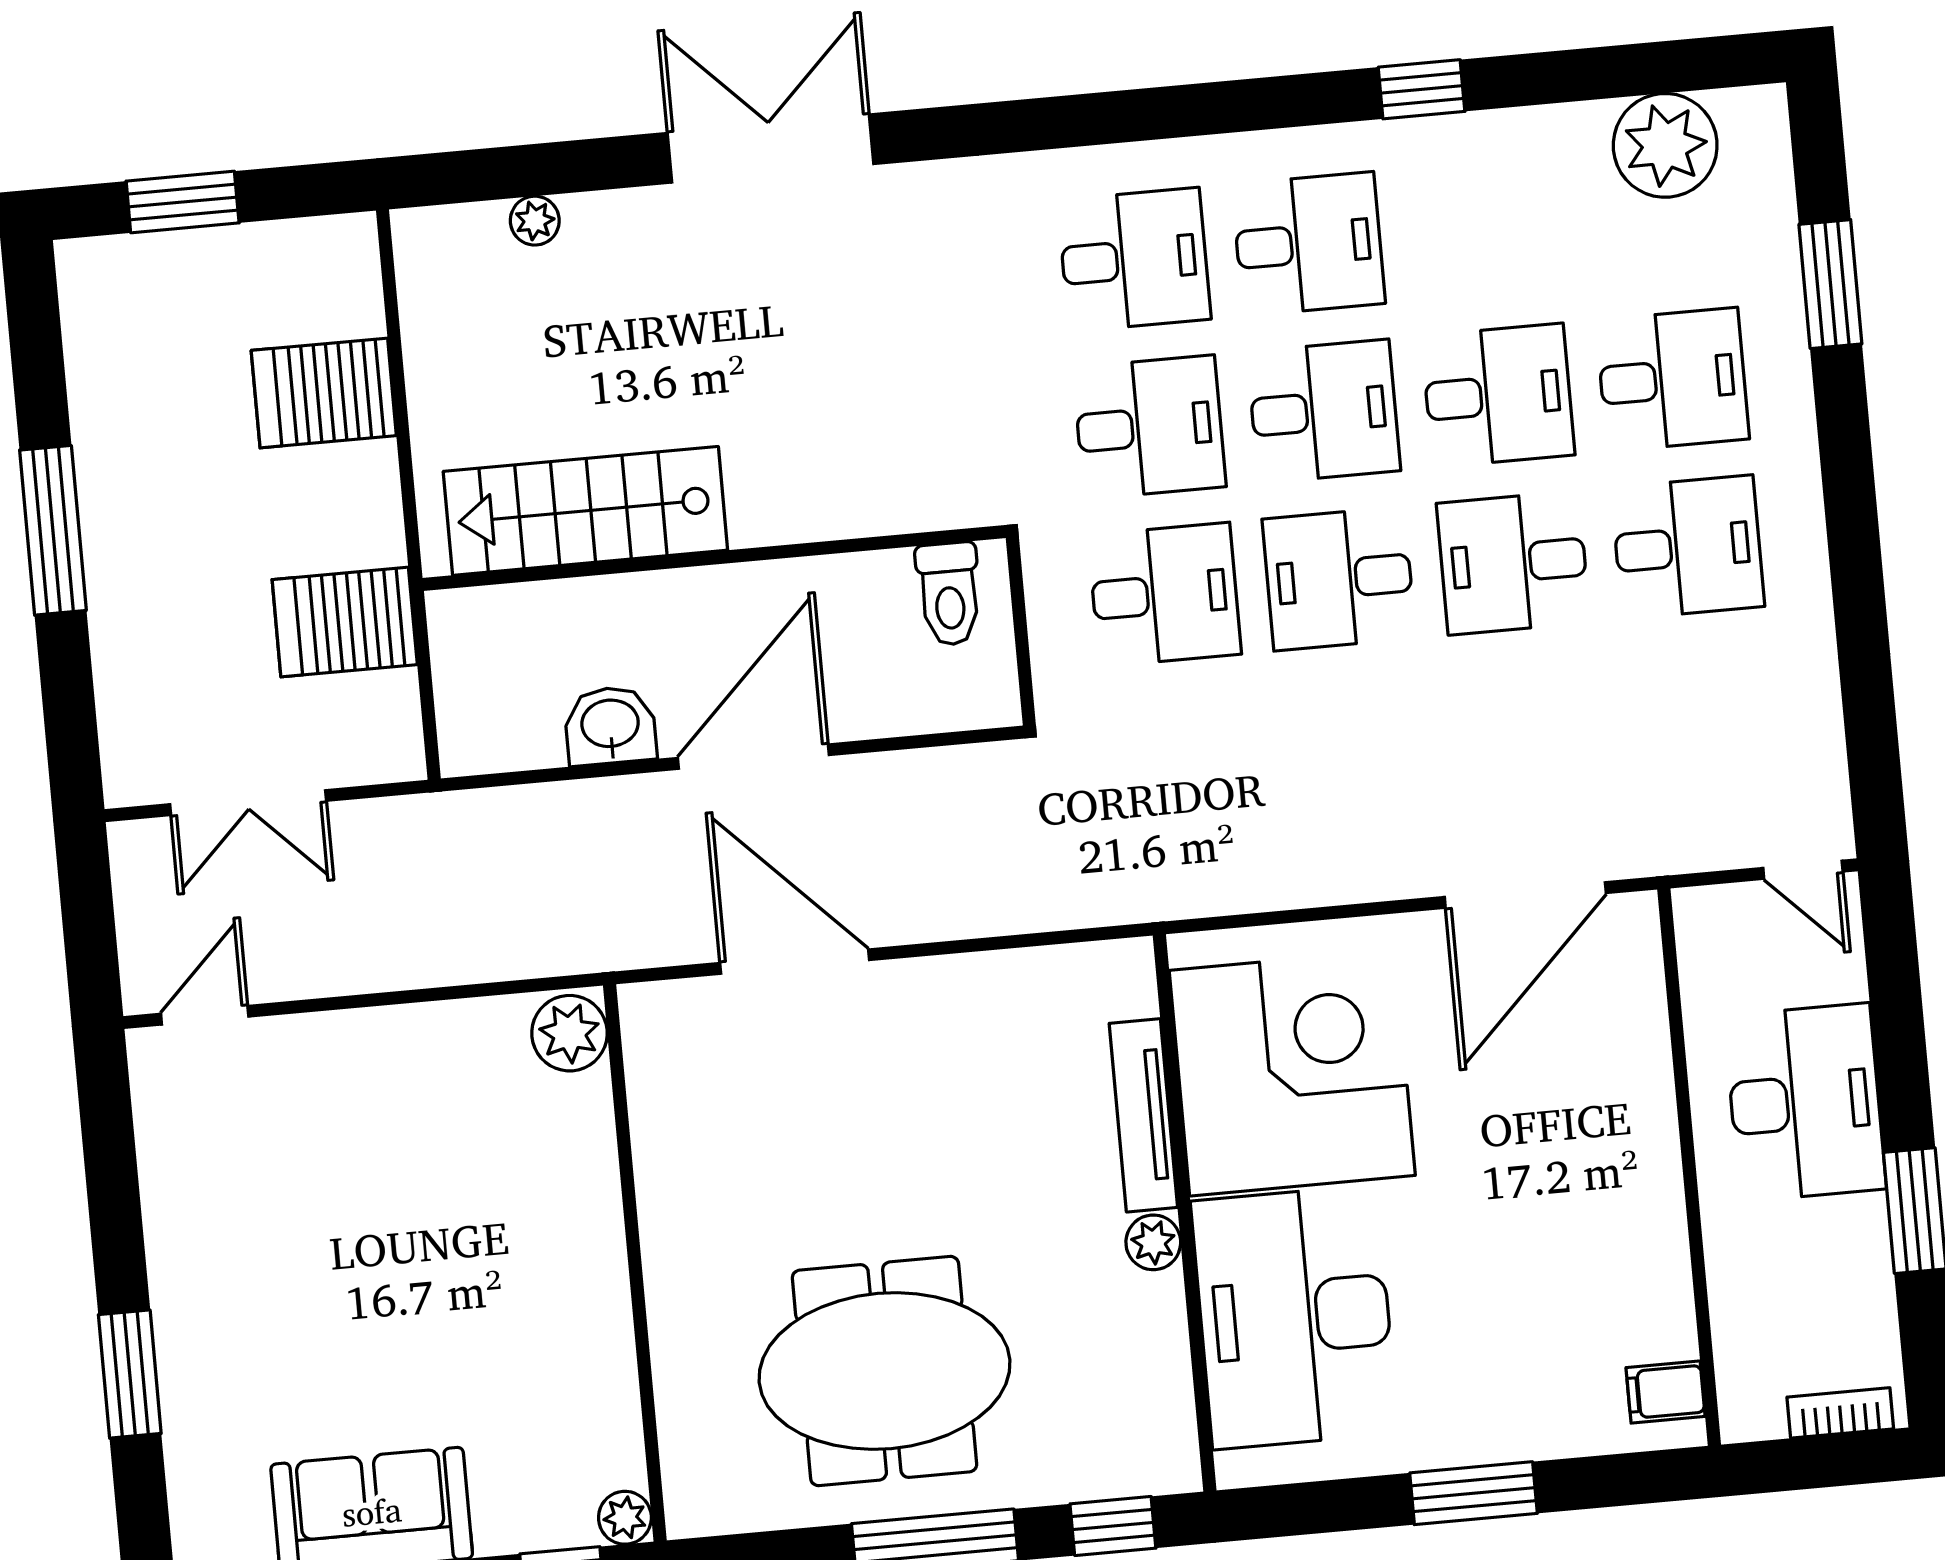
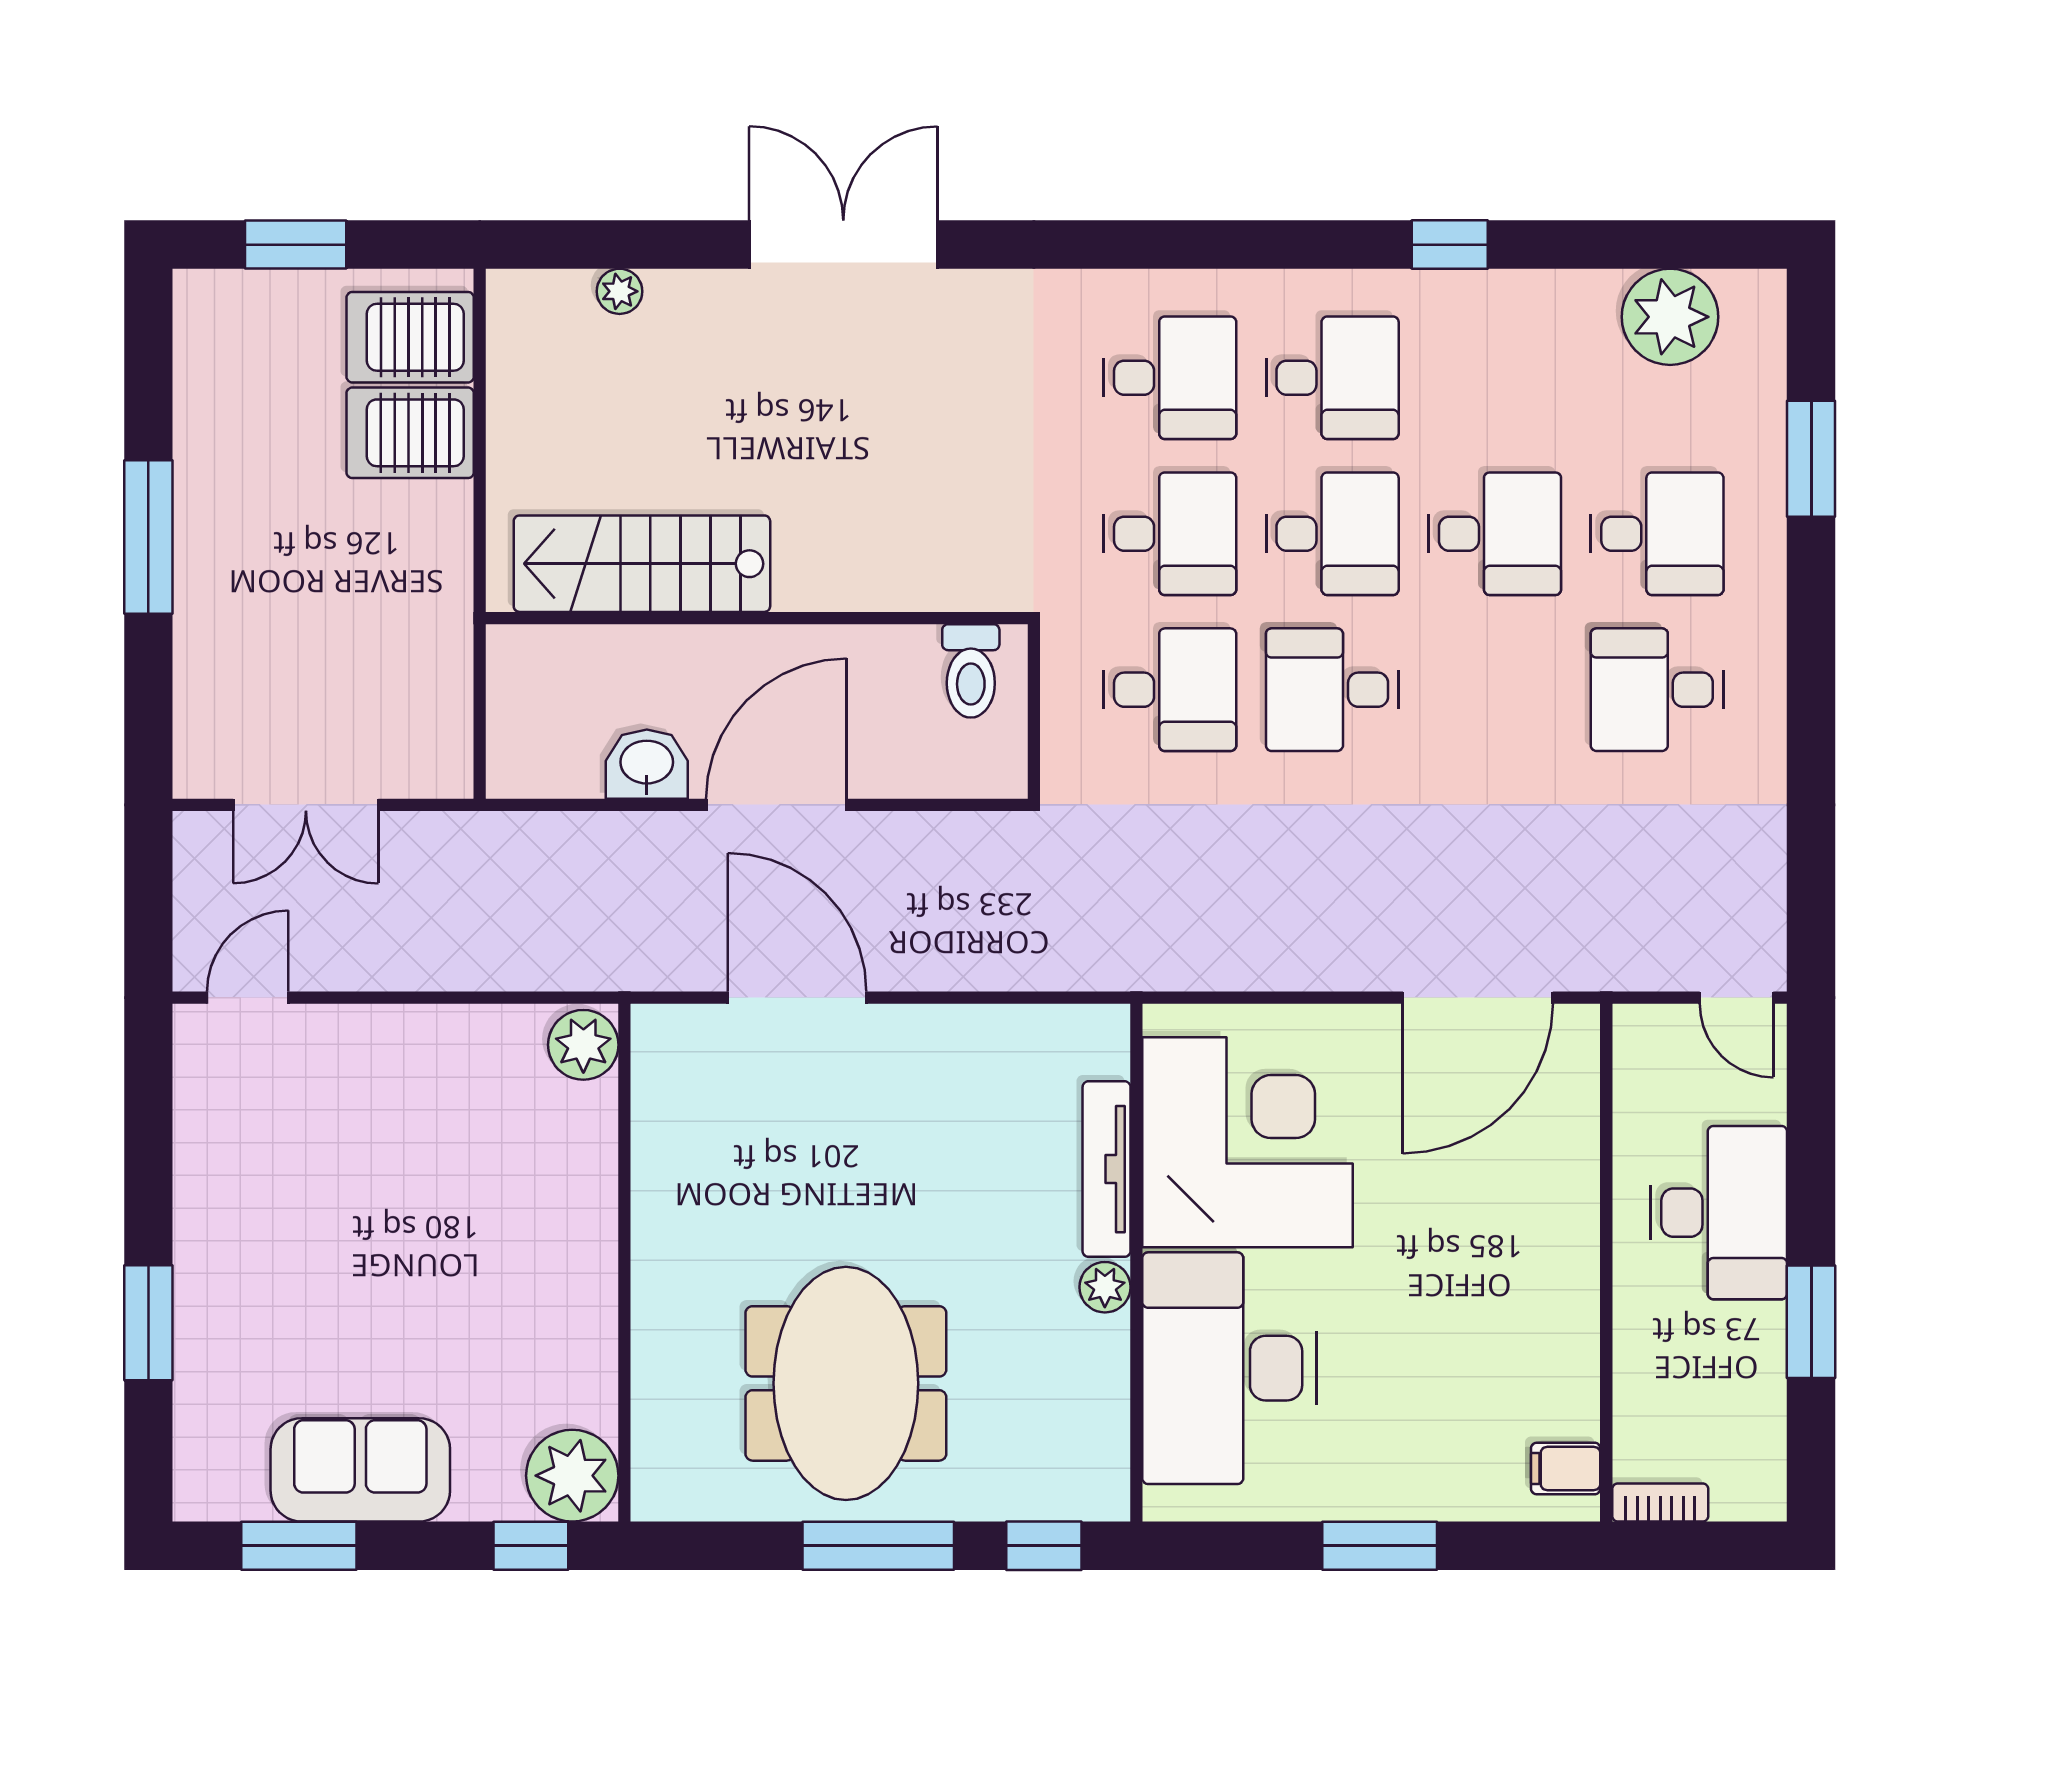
desk: (1688, 547) -> (1657, 690), turned 180
desk: (1513, 563) -> (1495, 690), removed
server rack: (345, 622) -> (410, 337), moved
meeting table: (885, 1371) -> (846, 1383), turned 90
bookcase: (1840, 1413) -> (1660, 1502), moved
plant: (625, 1518) -> (572, 1476), width x1.88, depth x1.88

